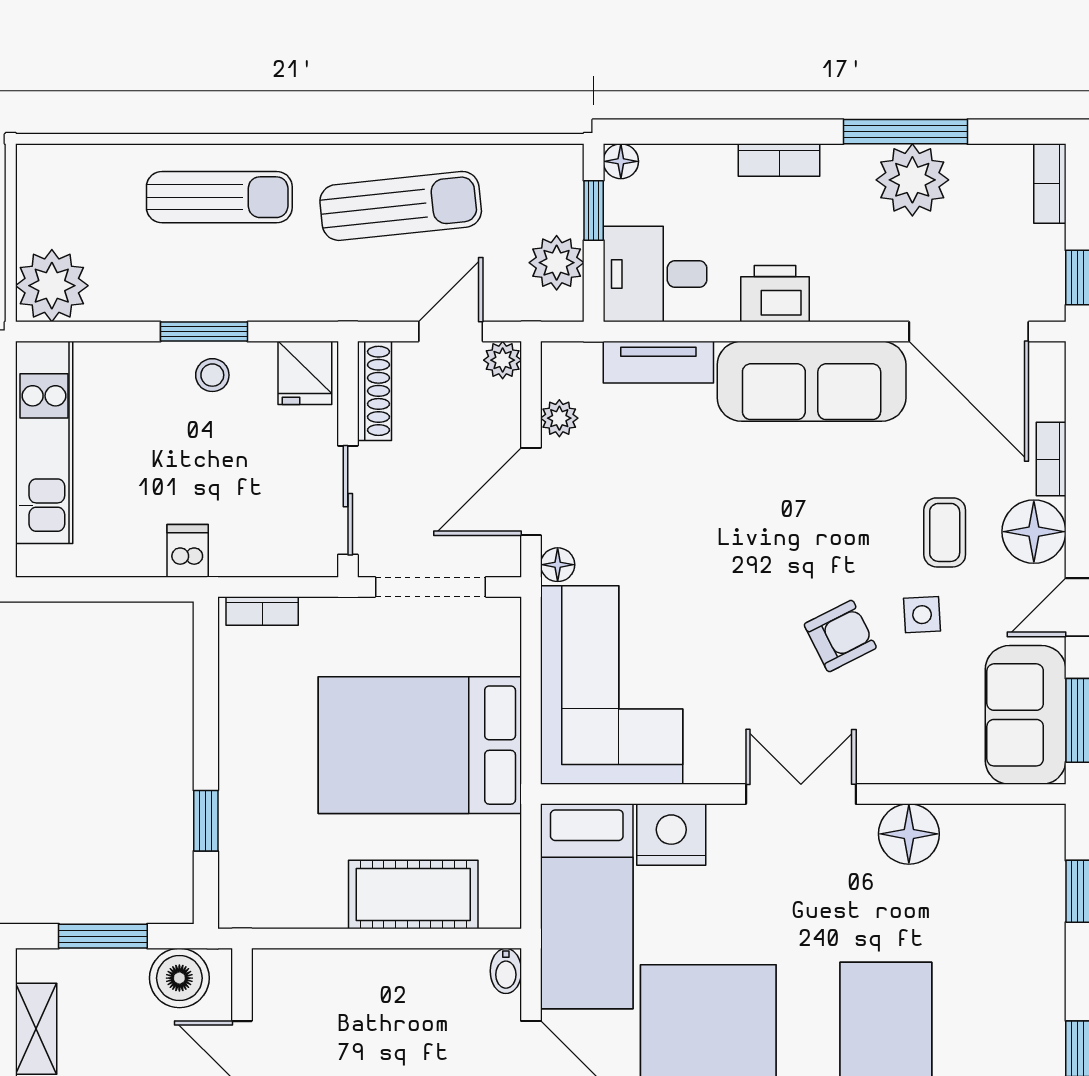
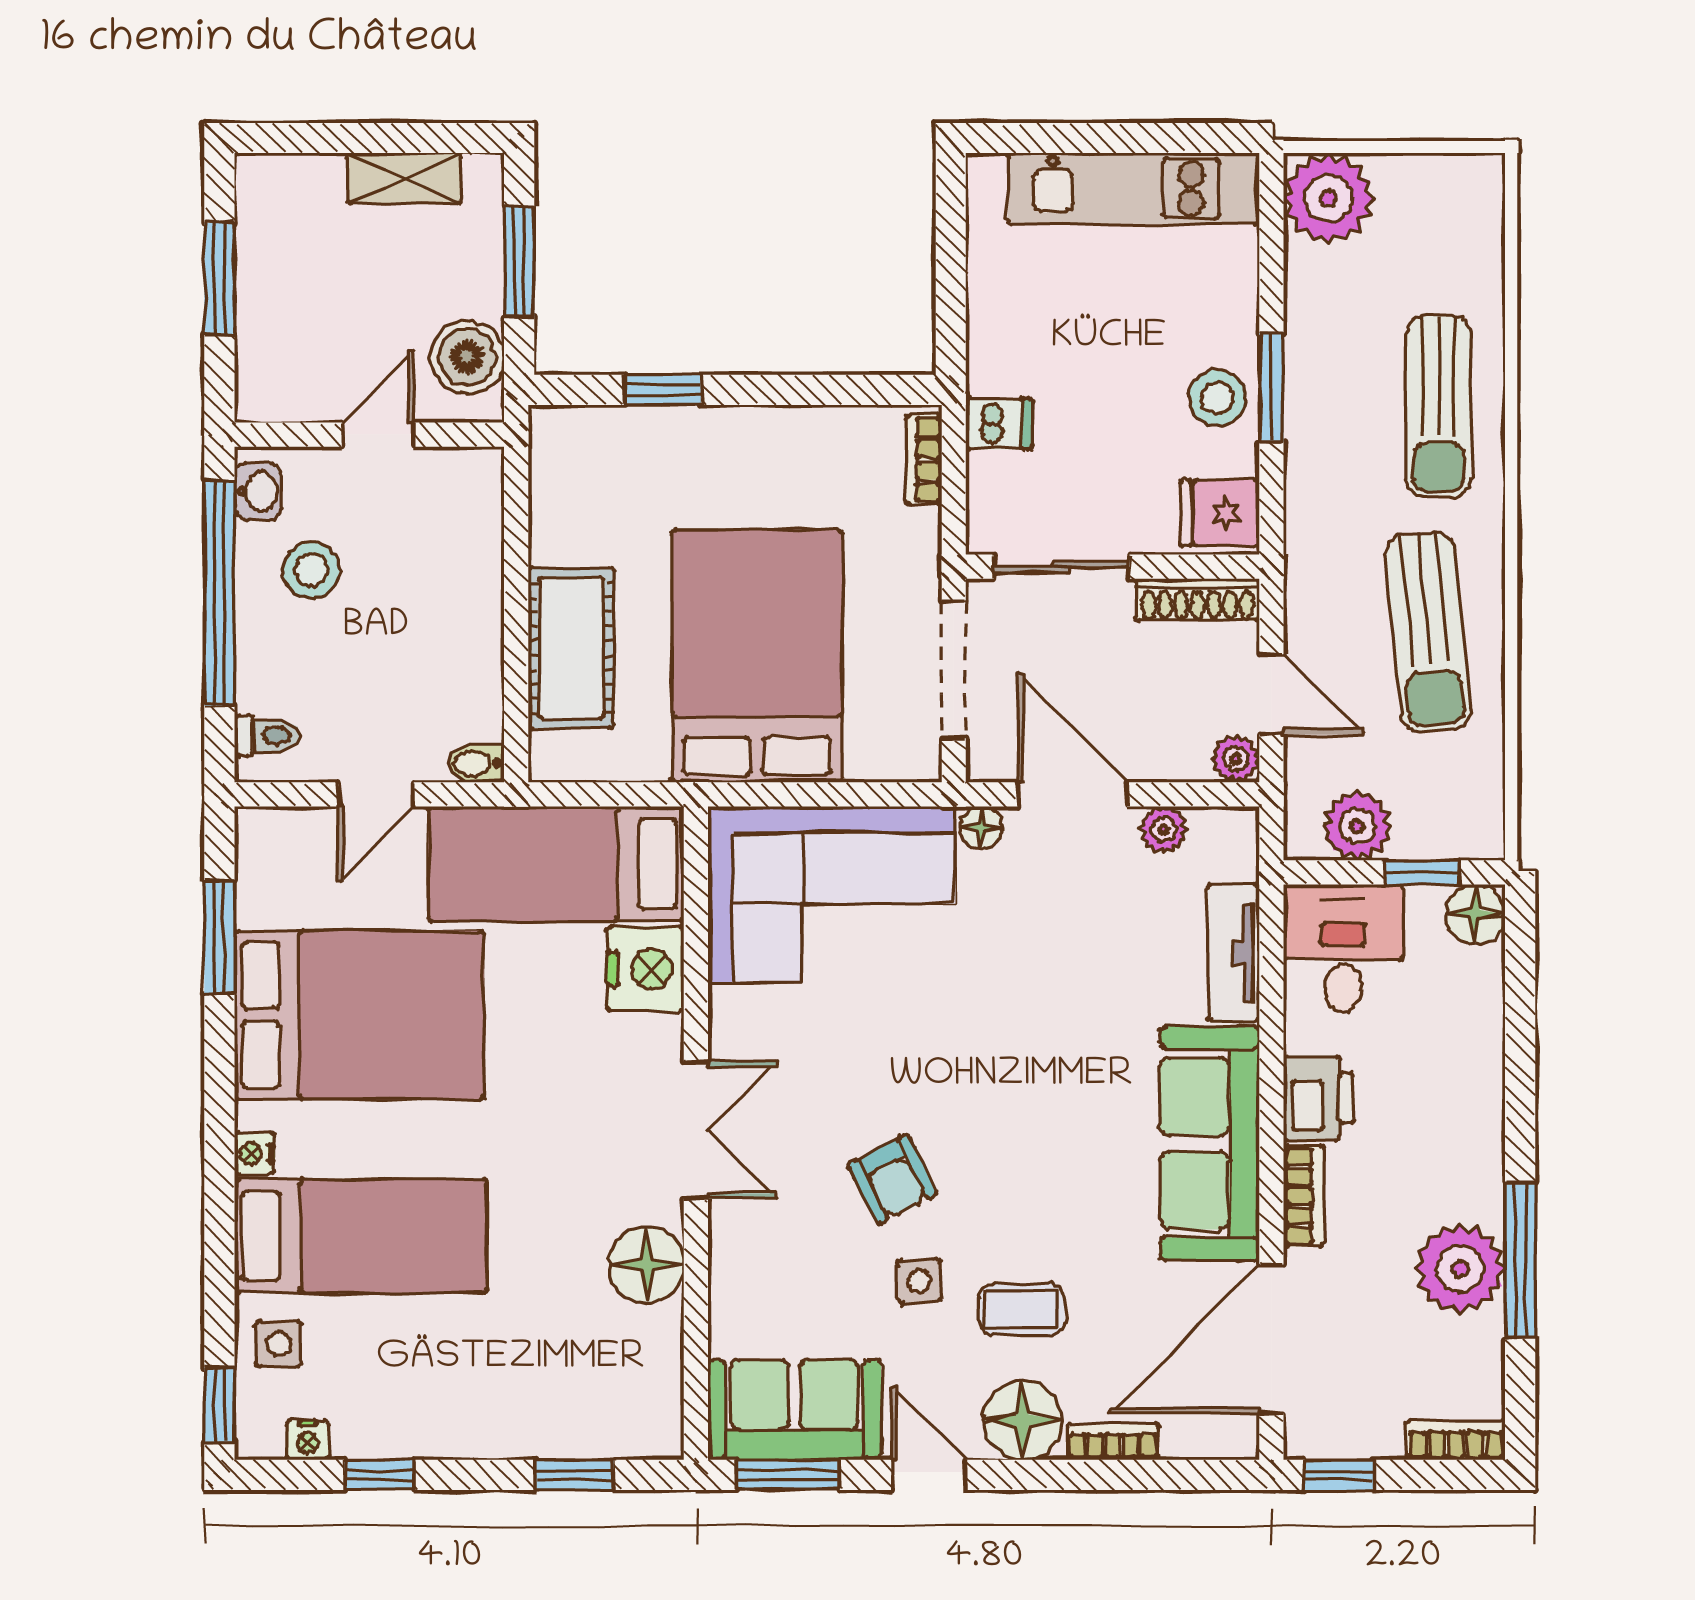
bookcase: (779, 160) -> (1304, 1196), moved, turned 180
floor lamp: (621, 161) -> (1475, 914), width x1.37, depth x1.37
stool: (212, 375) -> (1217, 398), width x1.37, depth x1.37
dishwasher: (188, 551) -> (999, 424), moved

